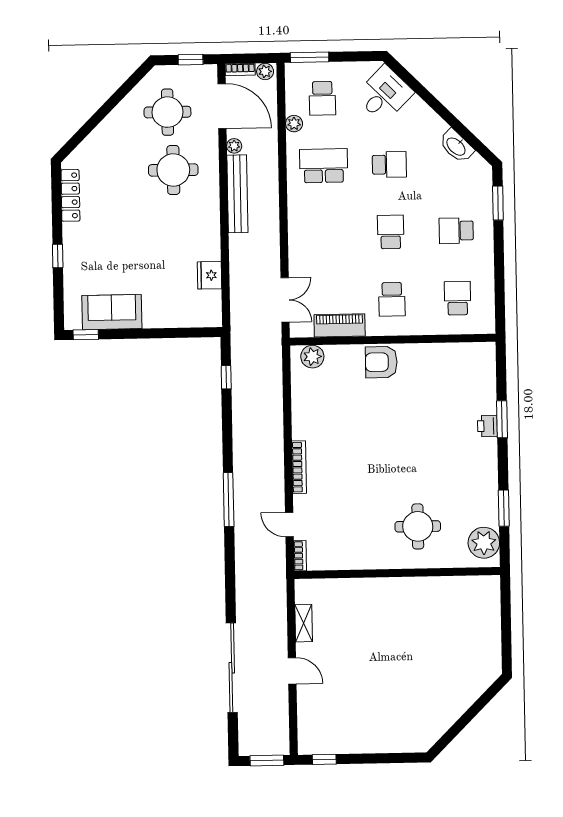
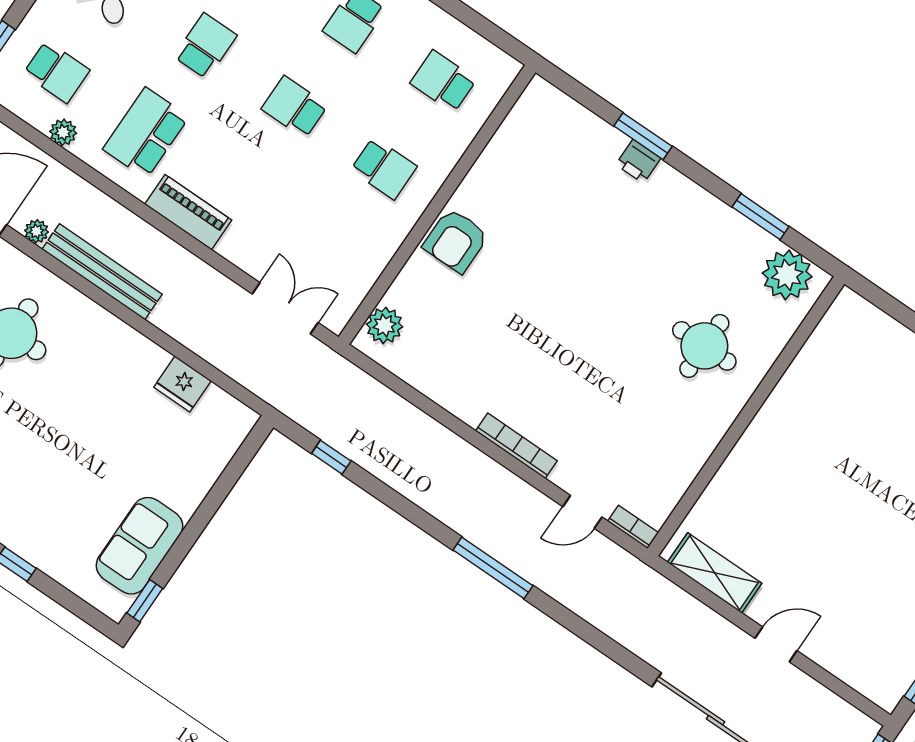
piano: (340, 325) -> (188, 212), moved, turned 90
shelving: (304, 623) -> (715, 573), width x1.50, depth x1.33

